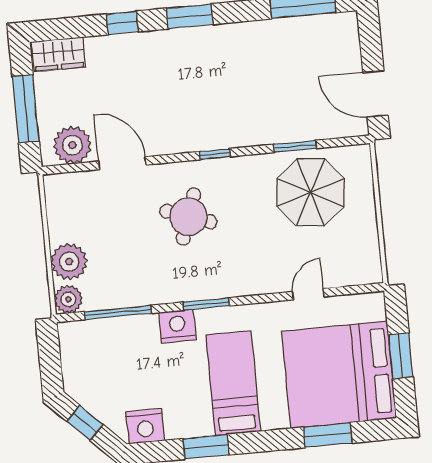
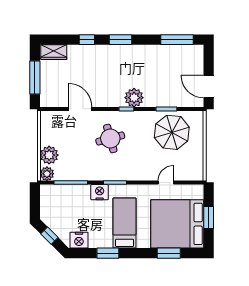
plant: (72, 145) -> (134, 98), moved
round table: (188, 217) -> (110, 139), turned -34

